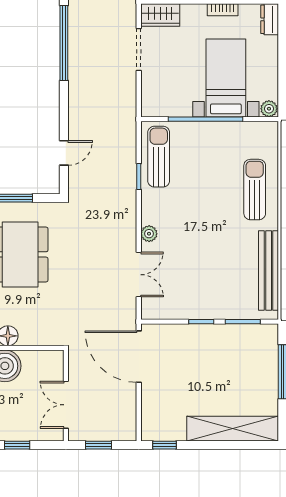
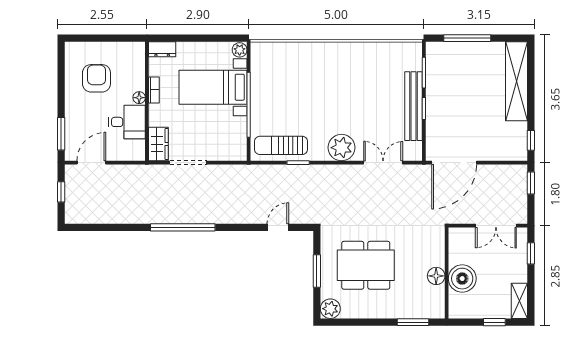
door: (64, 153) -> (278, 227), hinge flipped
sun lounger: (255, 190) -> (310, 62), removed
plant: (149, 234) -> (342, 148), width x1.88, depth x1.88
bench: (269, 270) -> (414, 106), moved, turned 90
window: (17, 445) -> (531, 253), moved
window: (98, 445) -> (531, 183), moved

